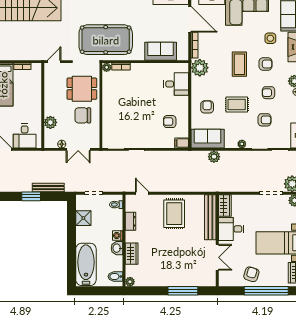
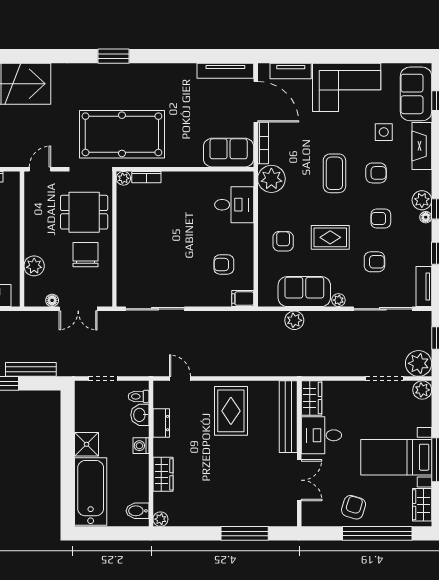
sofa: (161, 51) -> (229, 153), moved
chair: (83, 115) -> (86, 255), turned 90
sofa: (208, 139) -> (304, 292), moved
shower: (83, 218) -> (86, 444), moved
washbasin: (117, 248) -> (140, 415), moved

